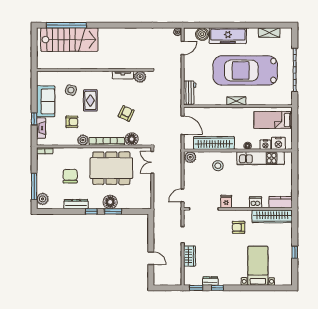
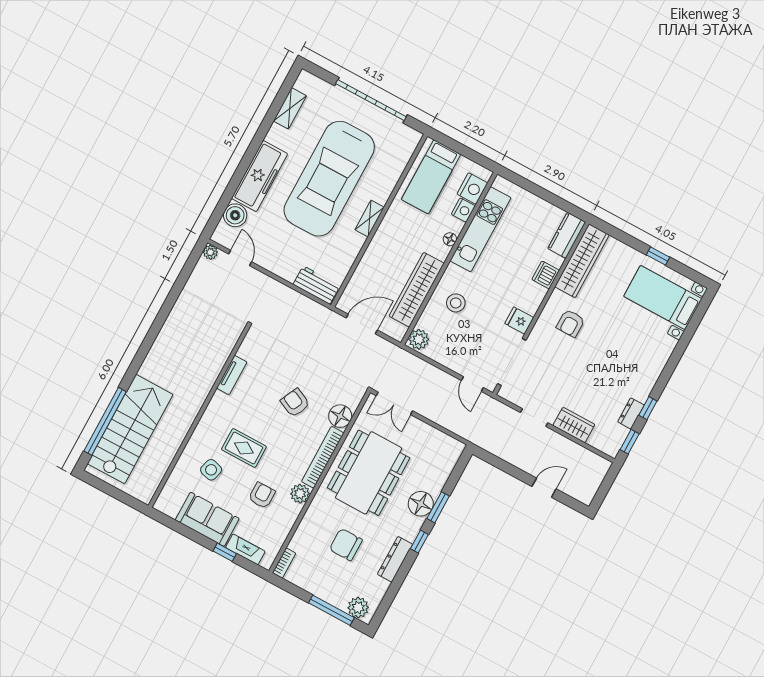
plant: (140, 77) -> (249, 350), removed
bed with nightstands: (258, 266) -> (663, 298), moved

